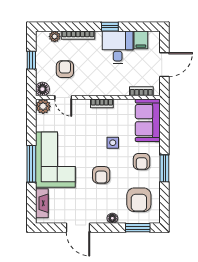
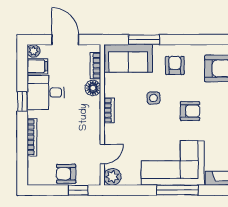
plant: (55, 36) -> (33, 51), moved
window: (31, 60) -> (78, 190), moved
armchair: (65, 69) -> (66, 174), moved
floor lamp: (42, 89) -> (93, 88), moved
armchair: (142, 162) -> (175, 65), turned -90
window: (164, 168) -> (144, 40), moved

